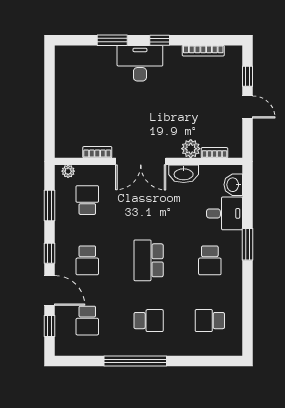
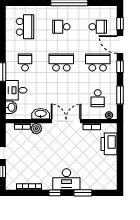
printer: (68, 123) -> (109, 144), added
school desk: (87, 260) -> (98, 62), width x1.85
school desk: (149, 260) -> (61, 62), turned -90
school desk: (87, 321) -> (98, 27), turned 90
school desk: (210, 321) -> (25, 27), width x1.85

